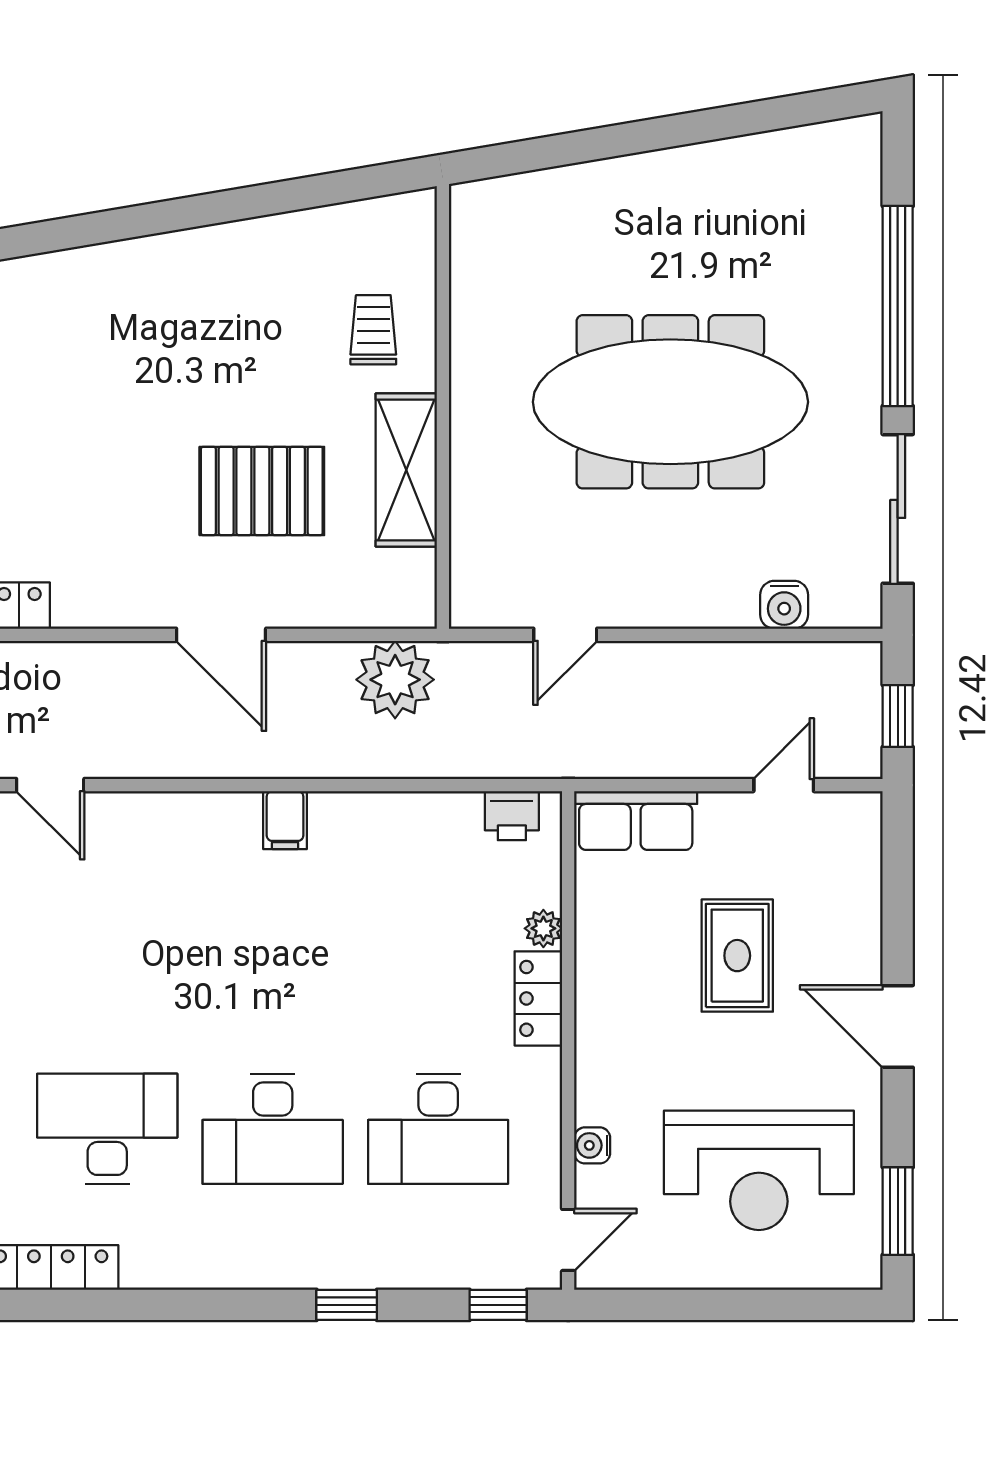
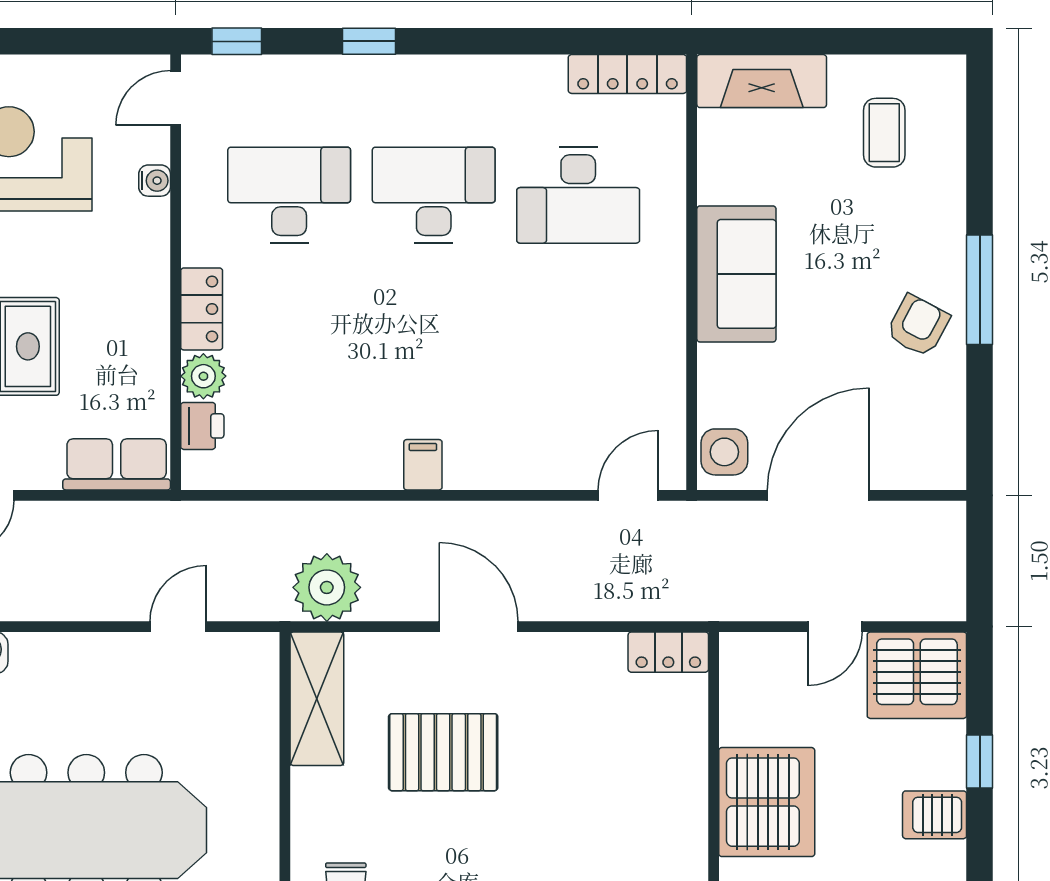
shelving: (406, 470) -> (317, 699), moved
door: (50, 785) -> (628, 495), hinge flipped
printer: (512, 816) -> (202, 426), moved, turned 90
plant: (543, 928) -> (203, 376), width x1.38, depth x1.38

